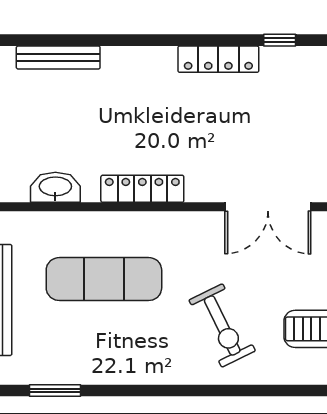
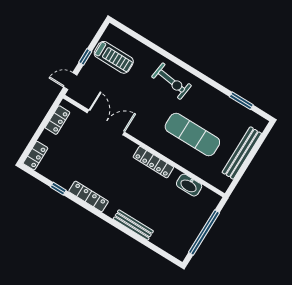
bench: (58, 58) -> (133, 225), moved
exercise bike: (222, 325) -> (172, 81), moved, turned 123

